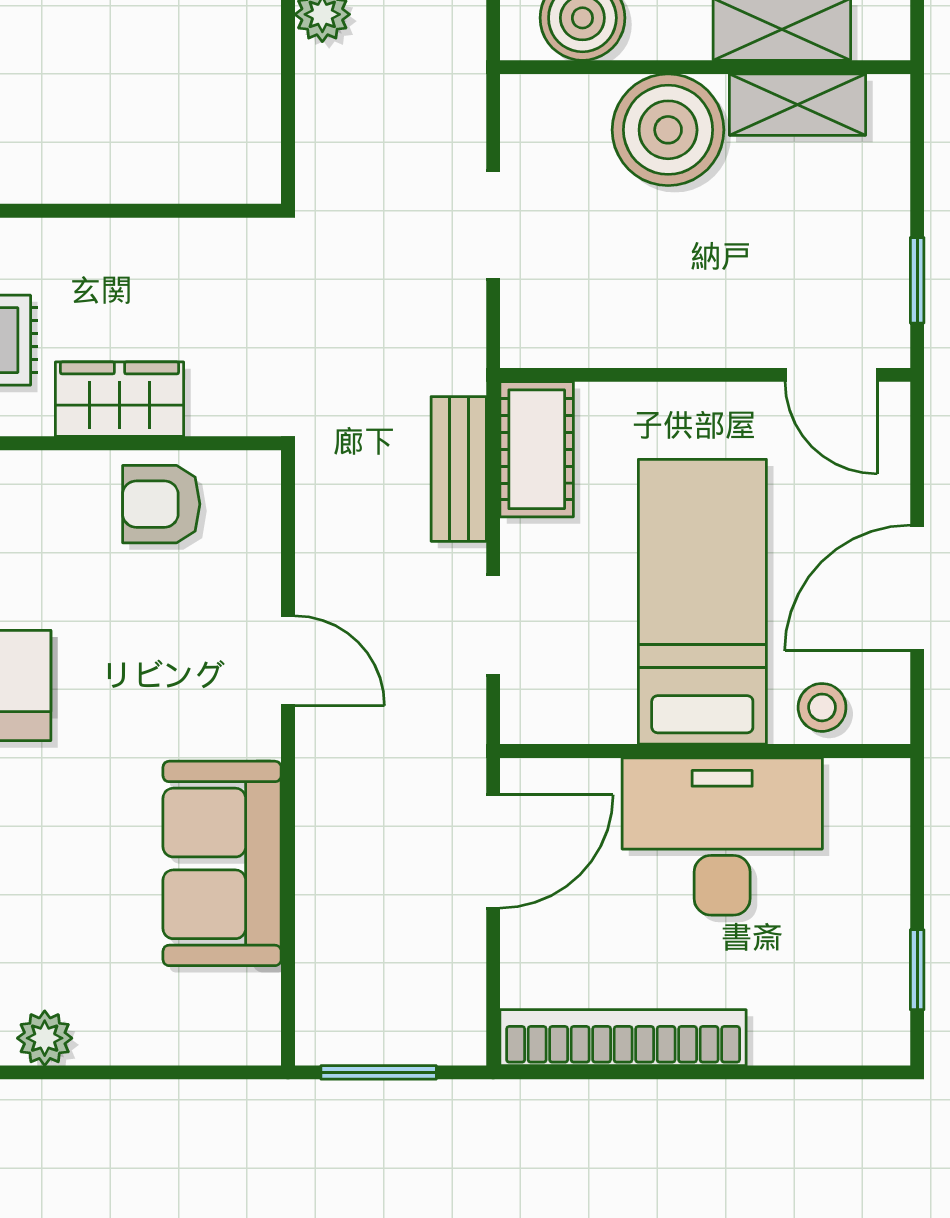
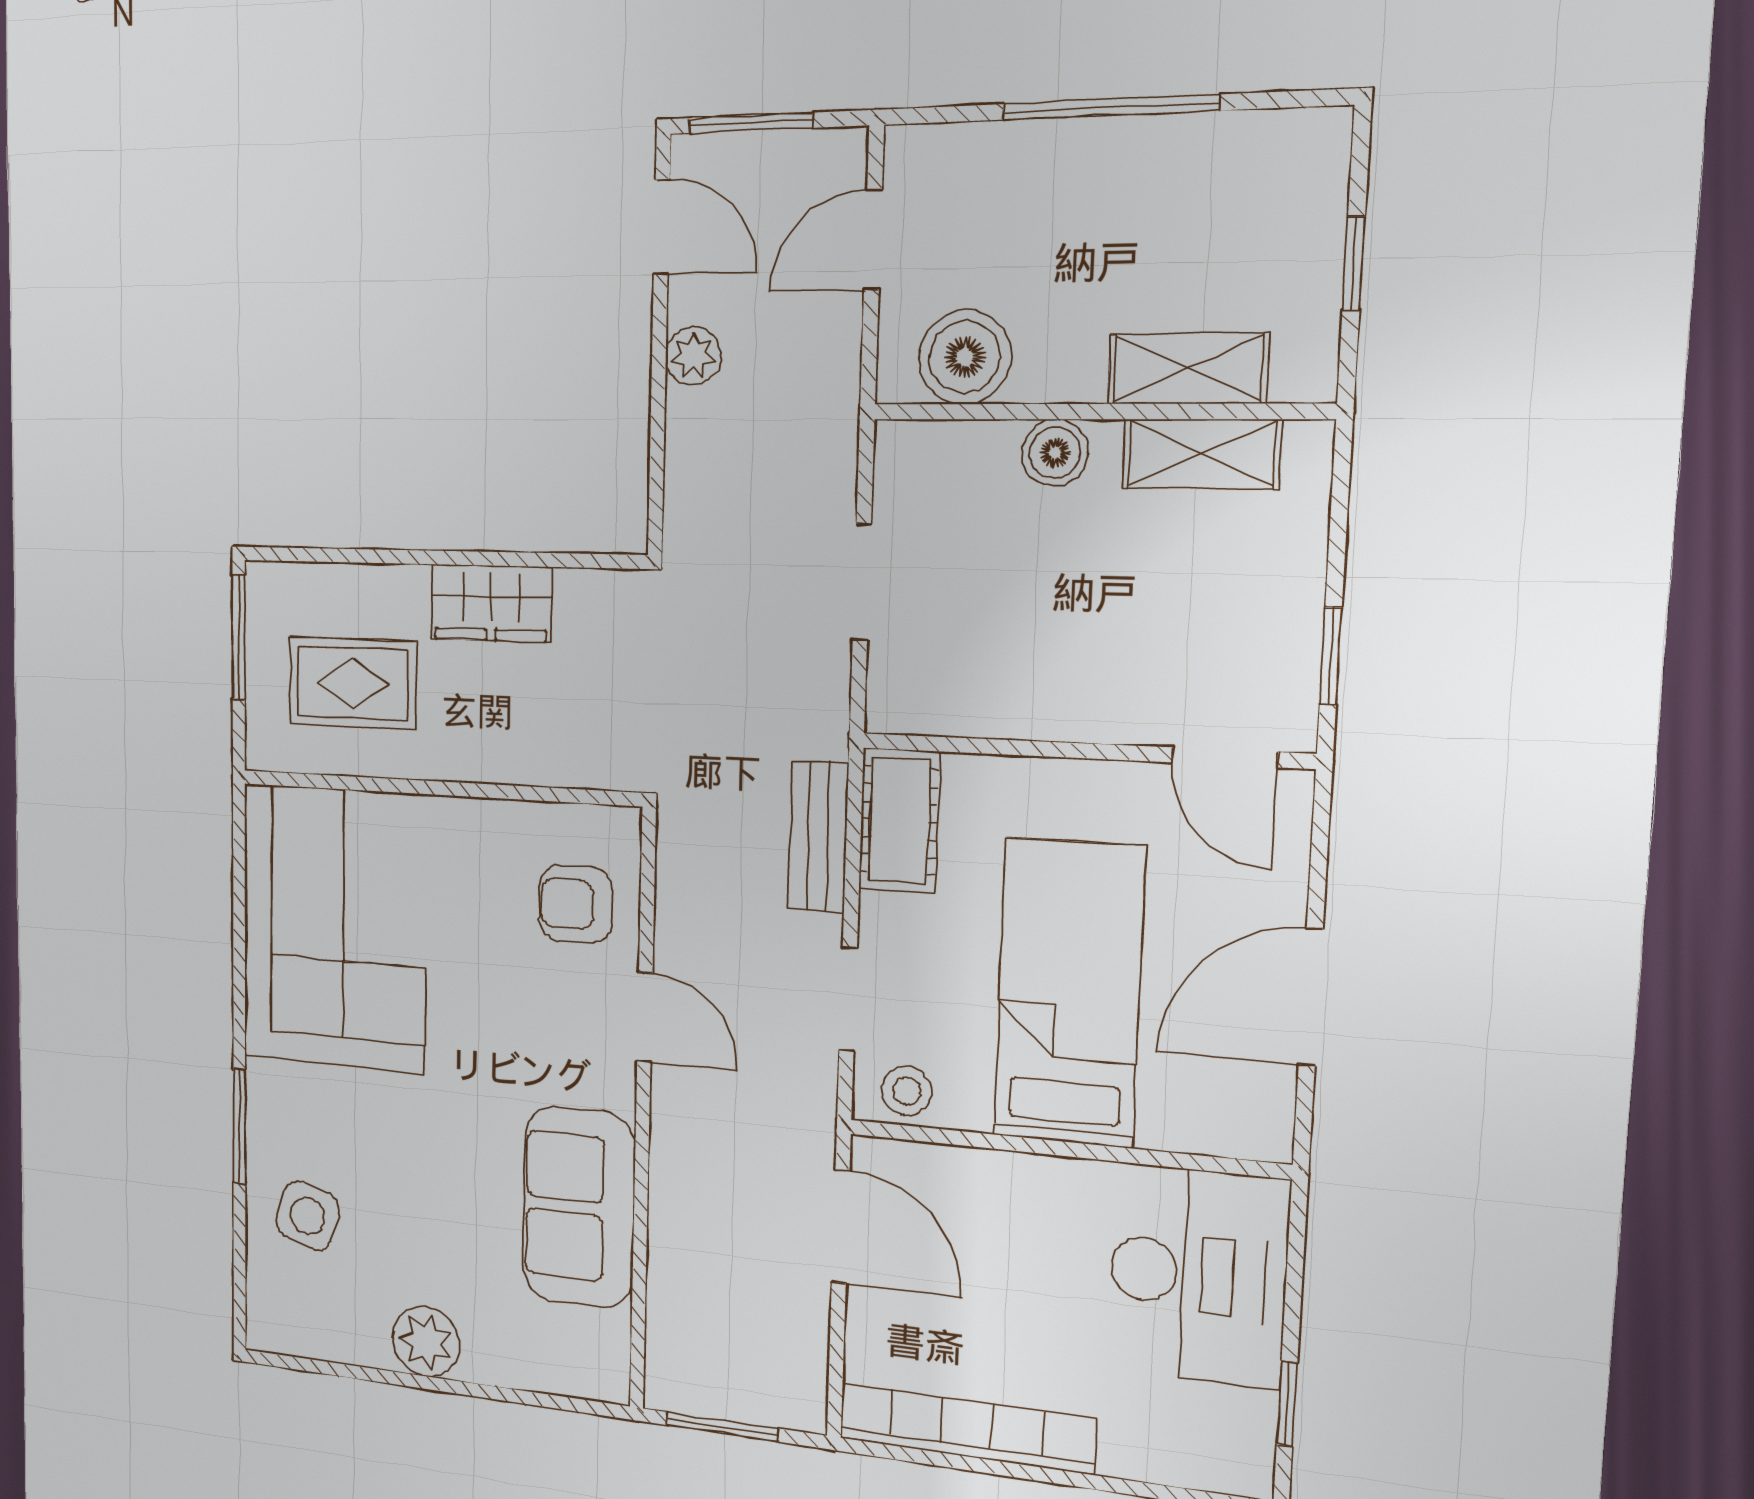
boiler: (668, 130) -> (1055, 453), width x0.54, depth x0.54
wardrobe: (119, 399) -> (491, 603), moved, turned 180
armchair: (161, 504) -> (576, 904), moved
stool: (822, 707) -> (907, 1091), moved
desk: (722, 837) -> (1198, 1275), moved, turned 90
door: (493, 851) -> (841, 1227), hinge flipped
plant: (45, 1038) -> (426, 1342), width x1.38, depth x1.38

